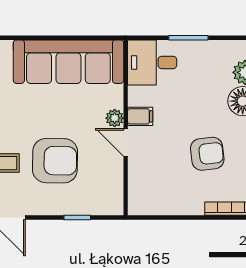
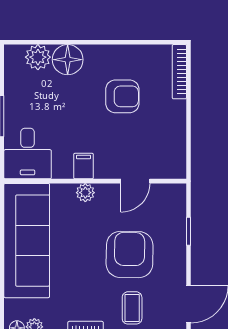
door: (126, 142) -> (135, 181), moved
armchair: (207, 154) -> (122, 96), turned 96

